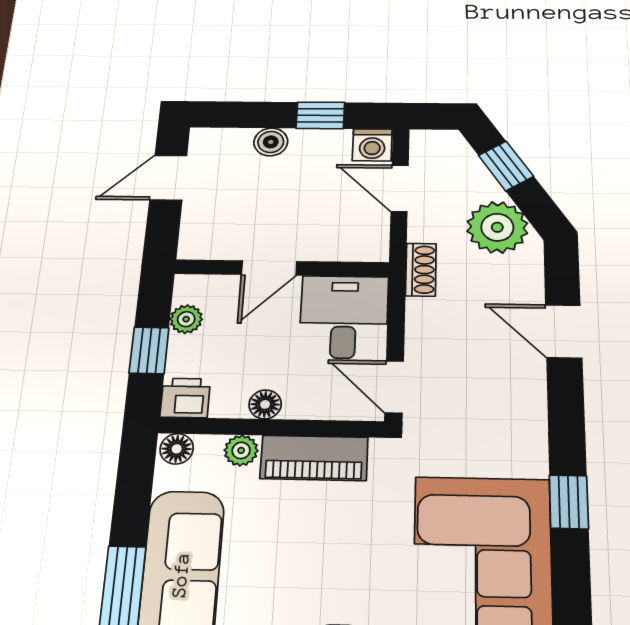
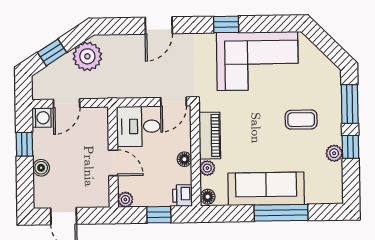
shoe rack: (421, 270) -> (112, 92), removed
plant: (186, 319) -> (125, 200), moved
door: (564, 331) -> (159, 25), moved

